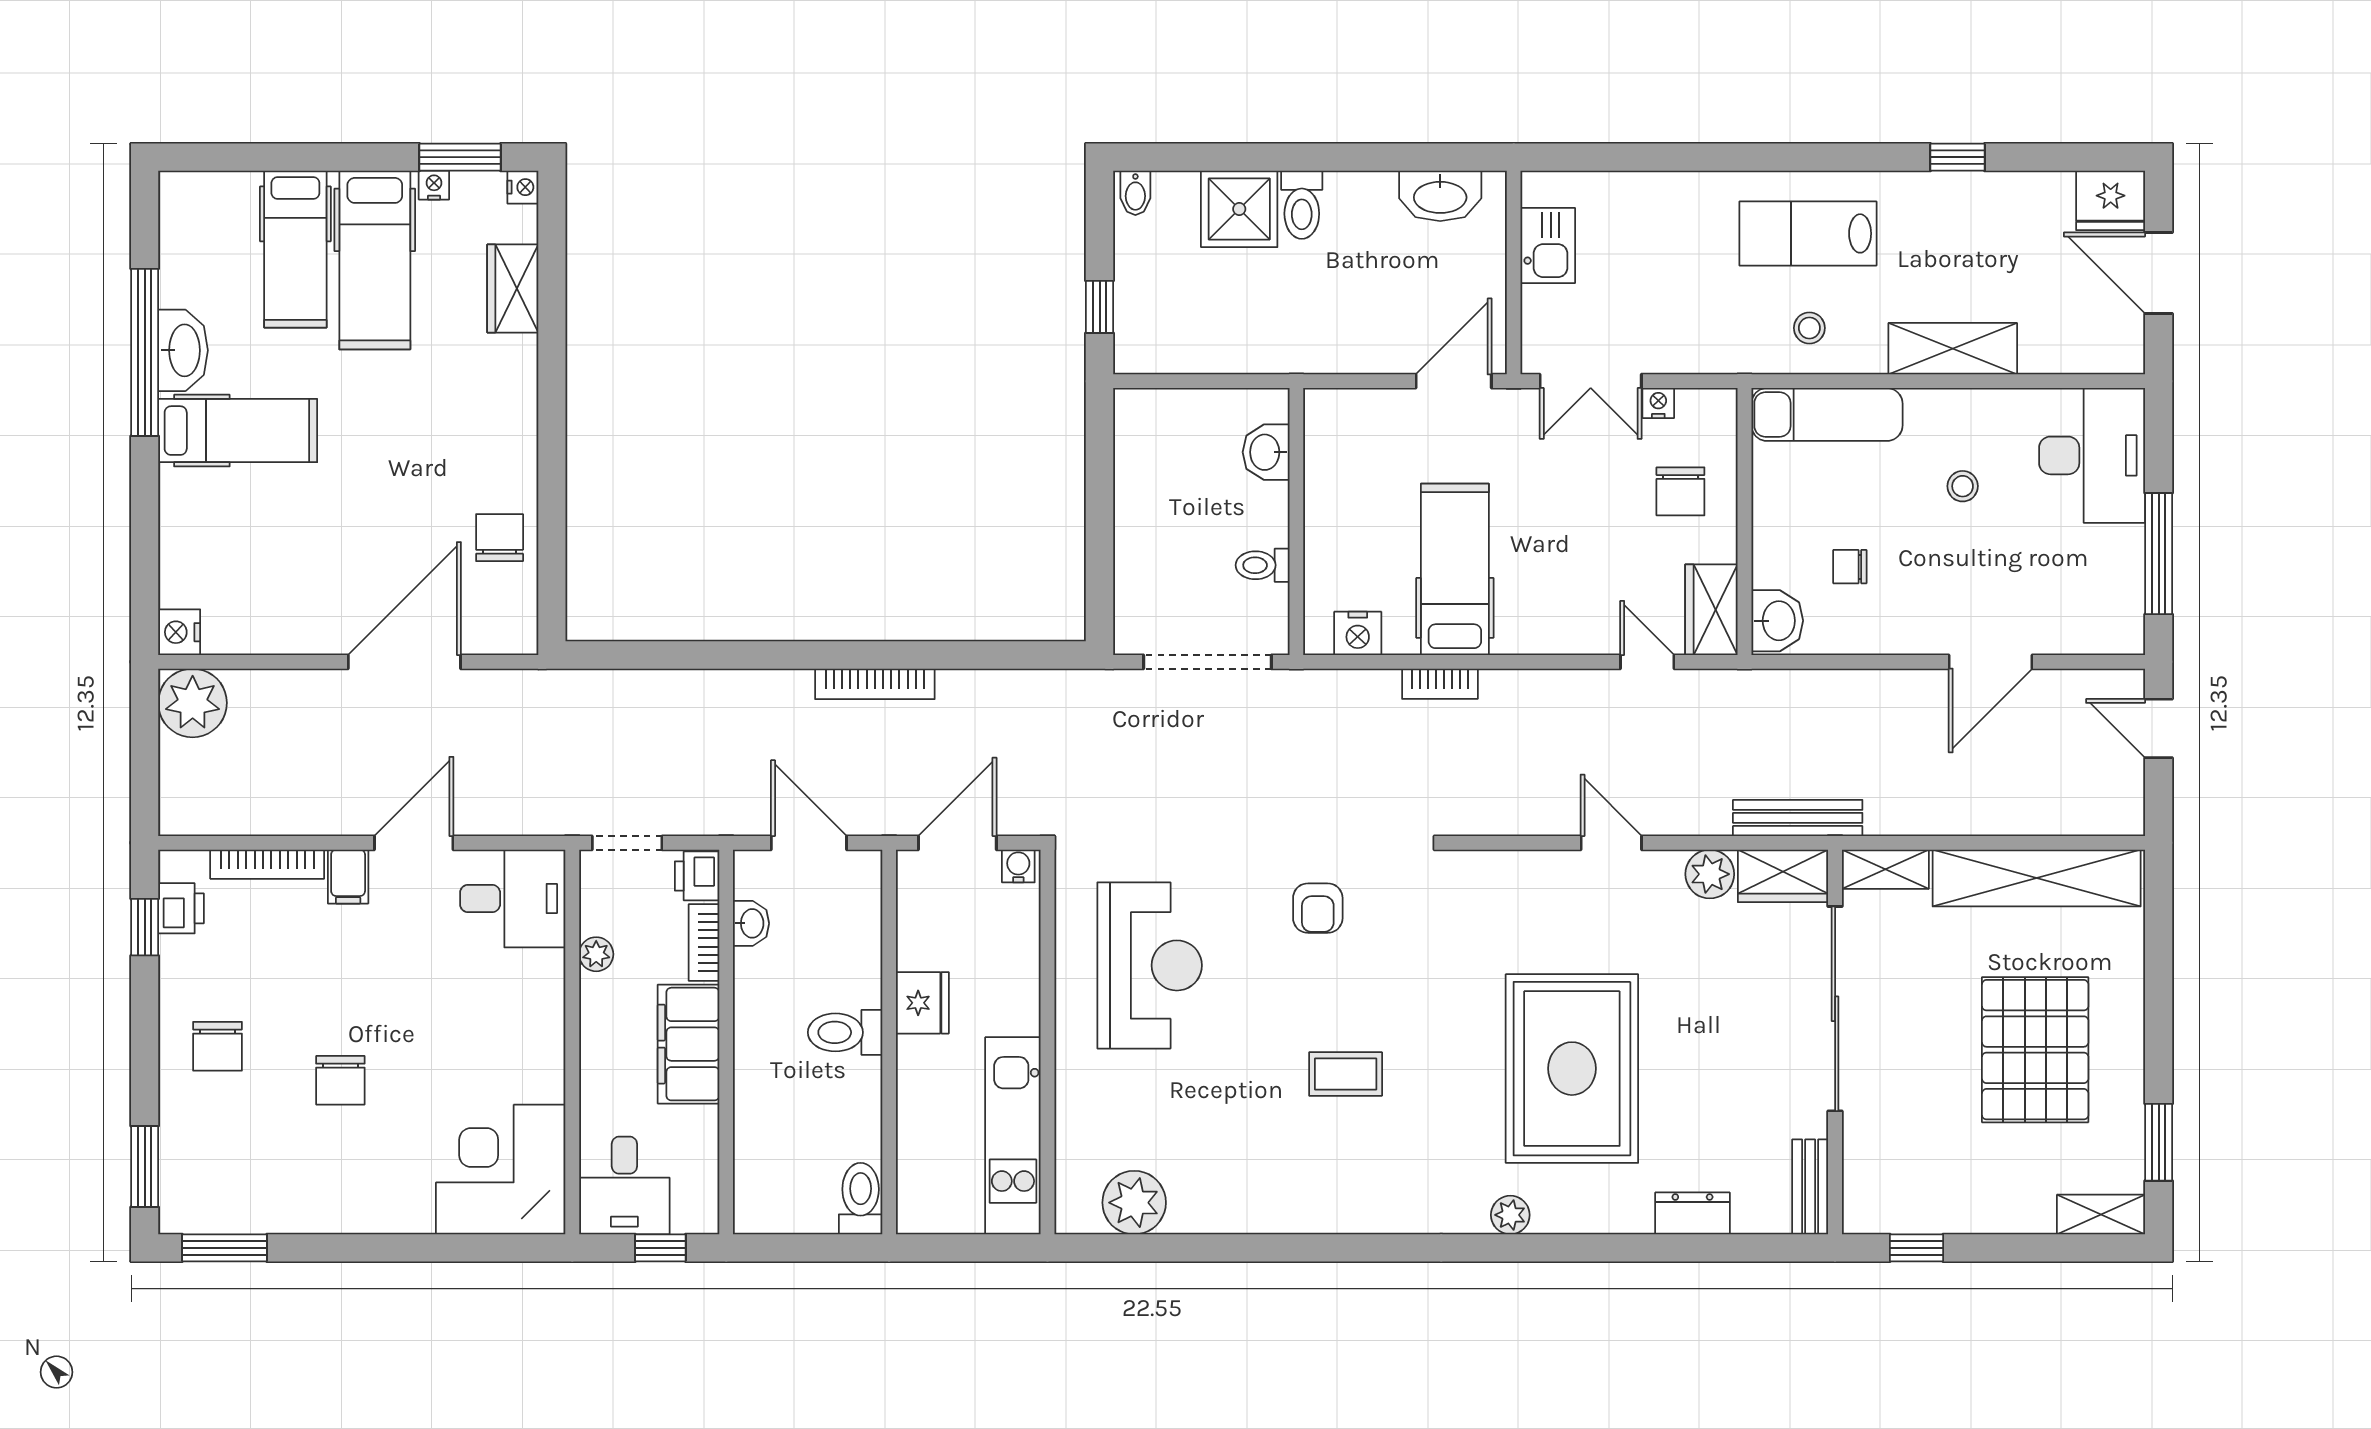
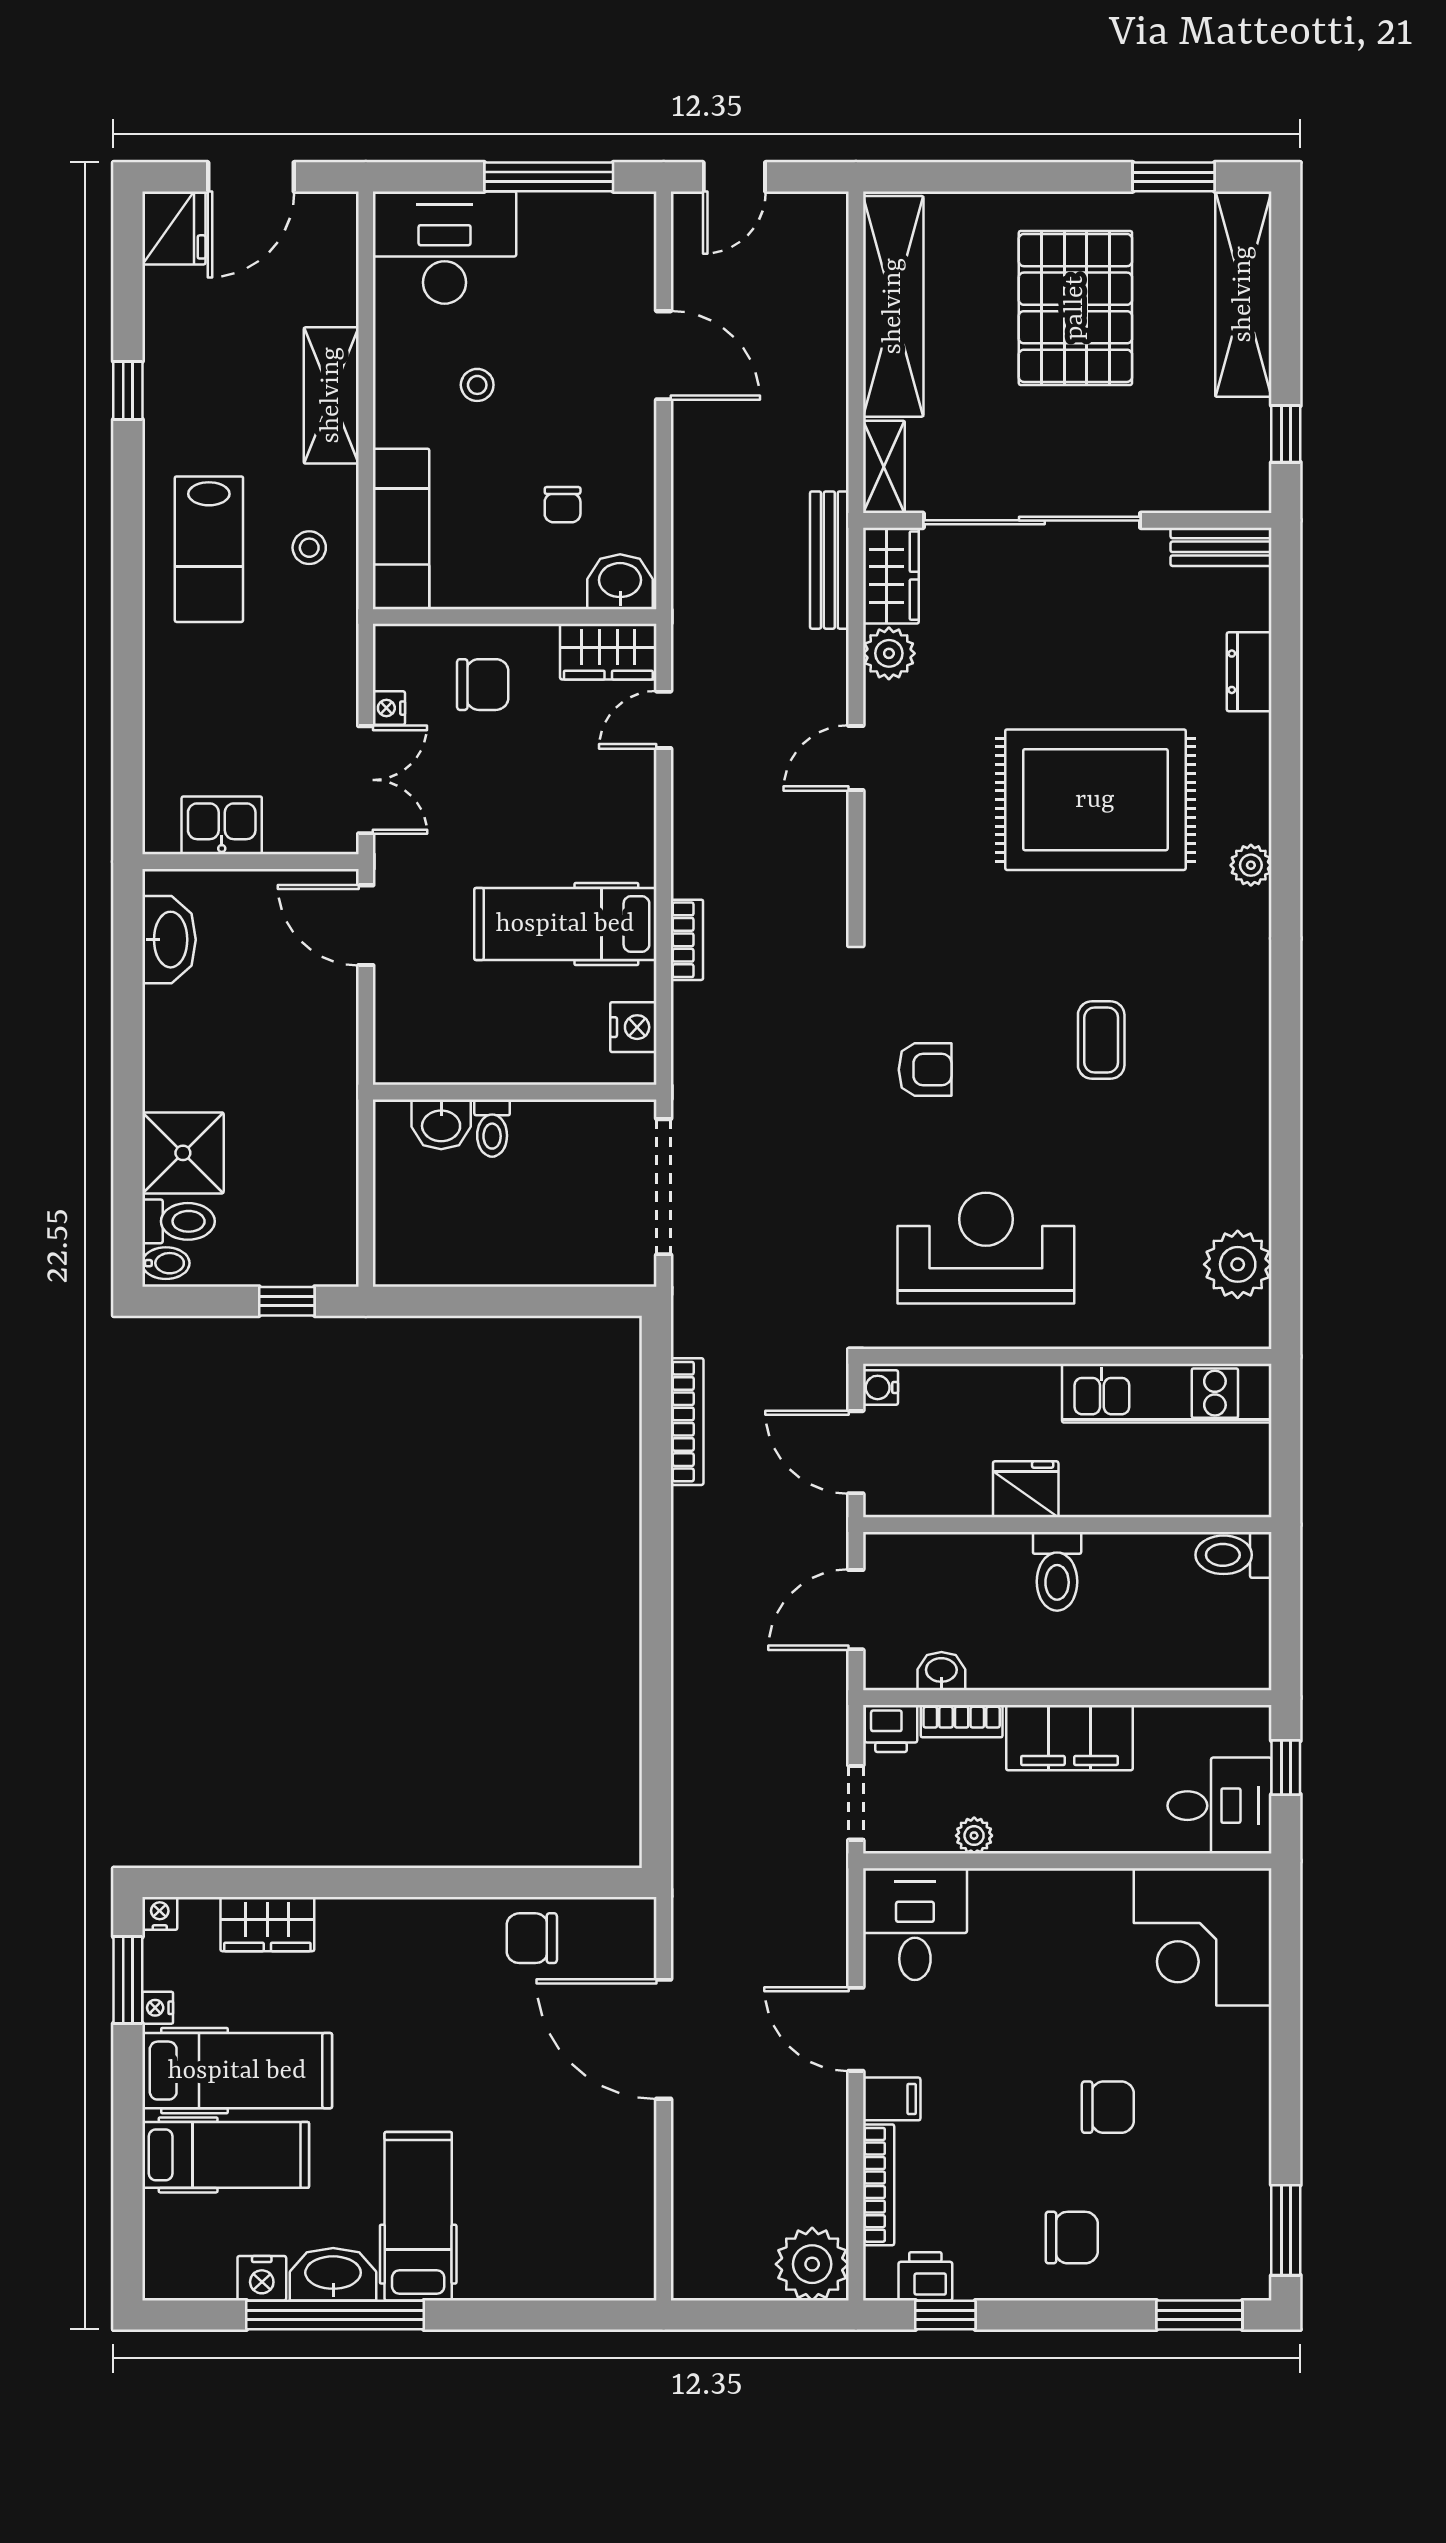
toilet: (1302, 205) -> (178, 1221), moved
toilet: (1263, 565) -> (492, 1128), moved
nightstand: (179, 632) -> (262, 2278), moved
bookcase: (875, 684) -> (687, 1422), moved
plant: (193, 703) -> (812, 2264), moved
pallet: (2035, 1050) -> (1075, 308), turned 90
shelving: (2101, 1215) -> (1243, 294), width x2.20, depth x1.33

